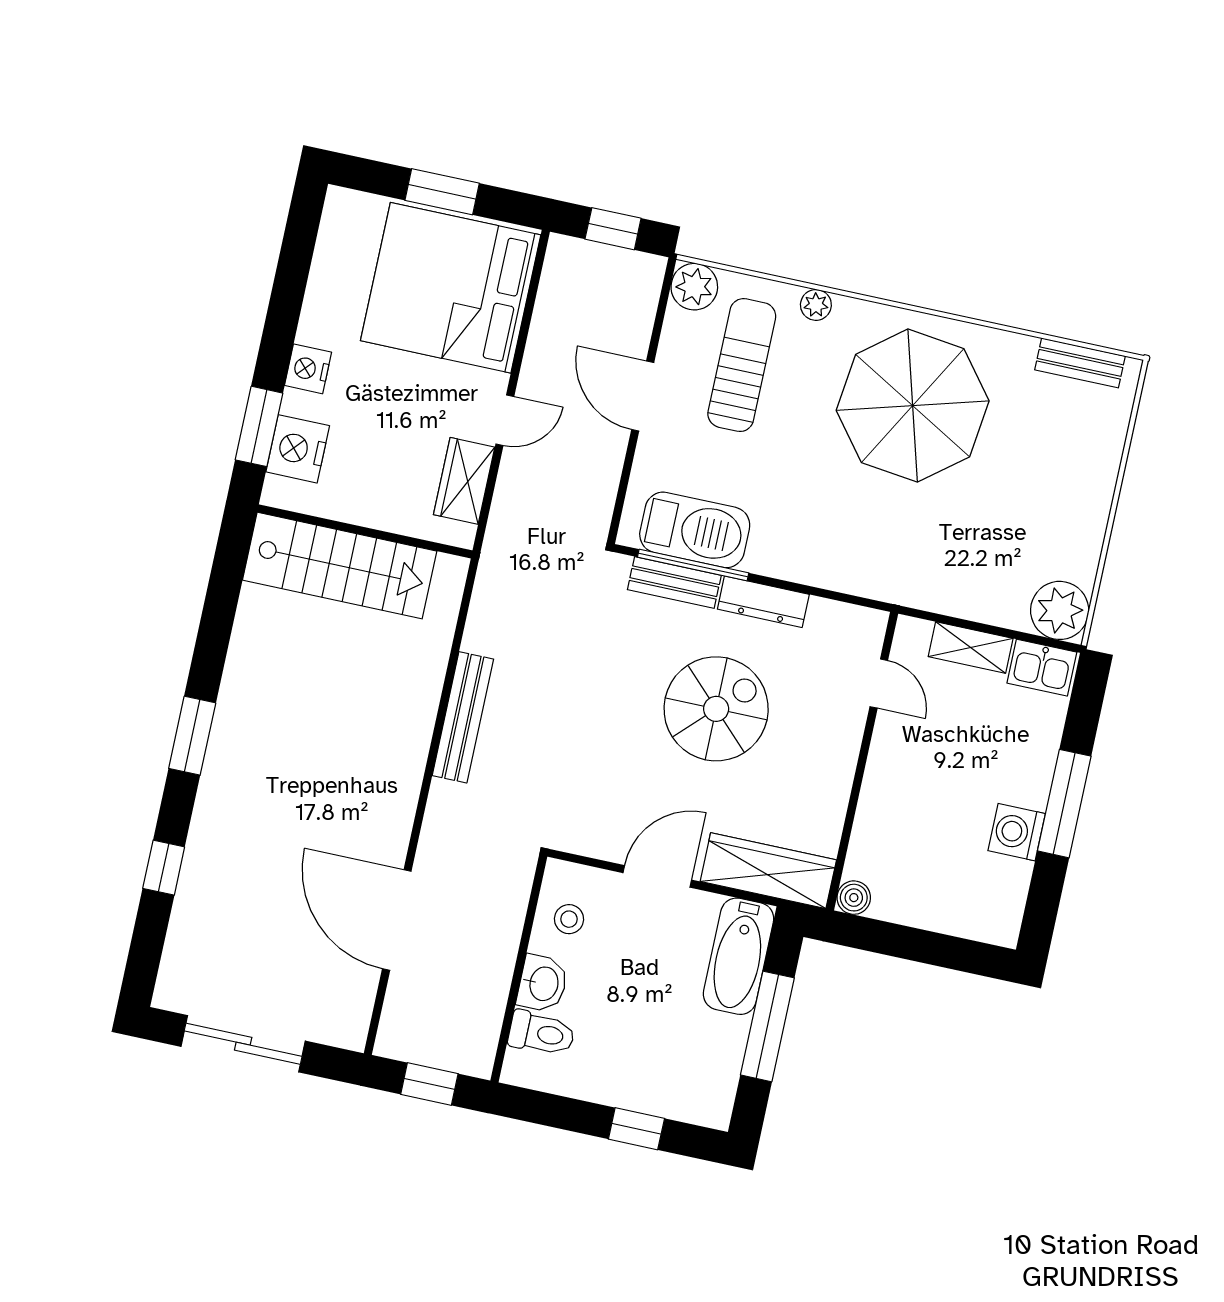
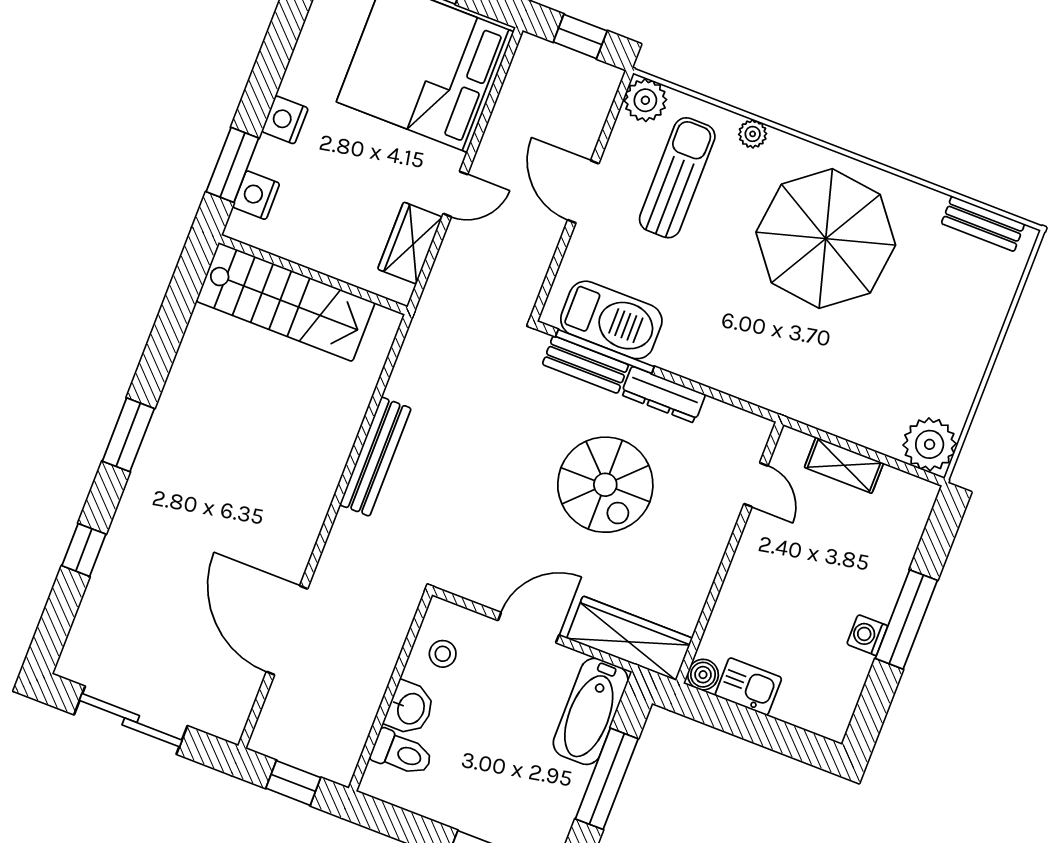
nightstand: (298, 449) -> (256, 195), width x0.74, depth x0.75
kitchen sink: (1042, 668) -> (748, 687), moved, turned 180
spiral stairs: (716, 709) -> (605, 485), turned 90
washing machine: (1017, 832) -> (867, 635), width x0.73, depth x0.73

